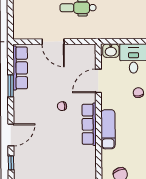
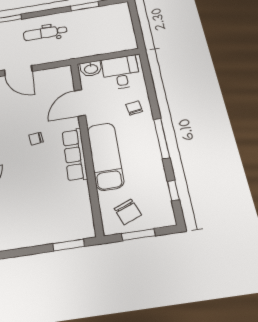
exam couch: (108, 129) -> (105, 156), width x1.36, depth x1.45

